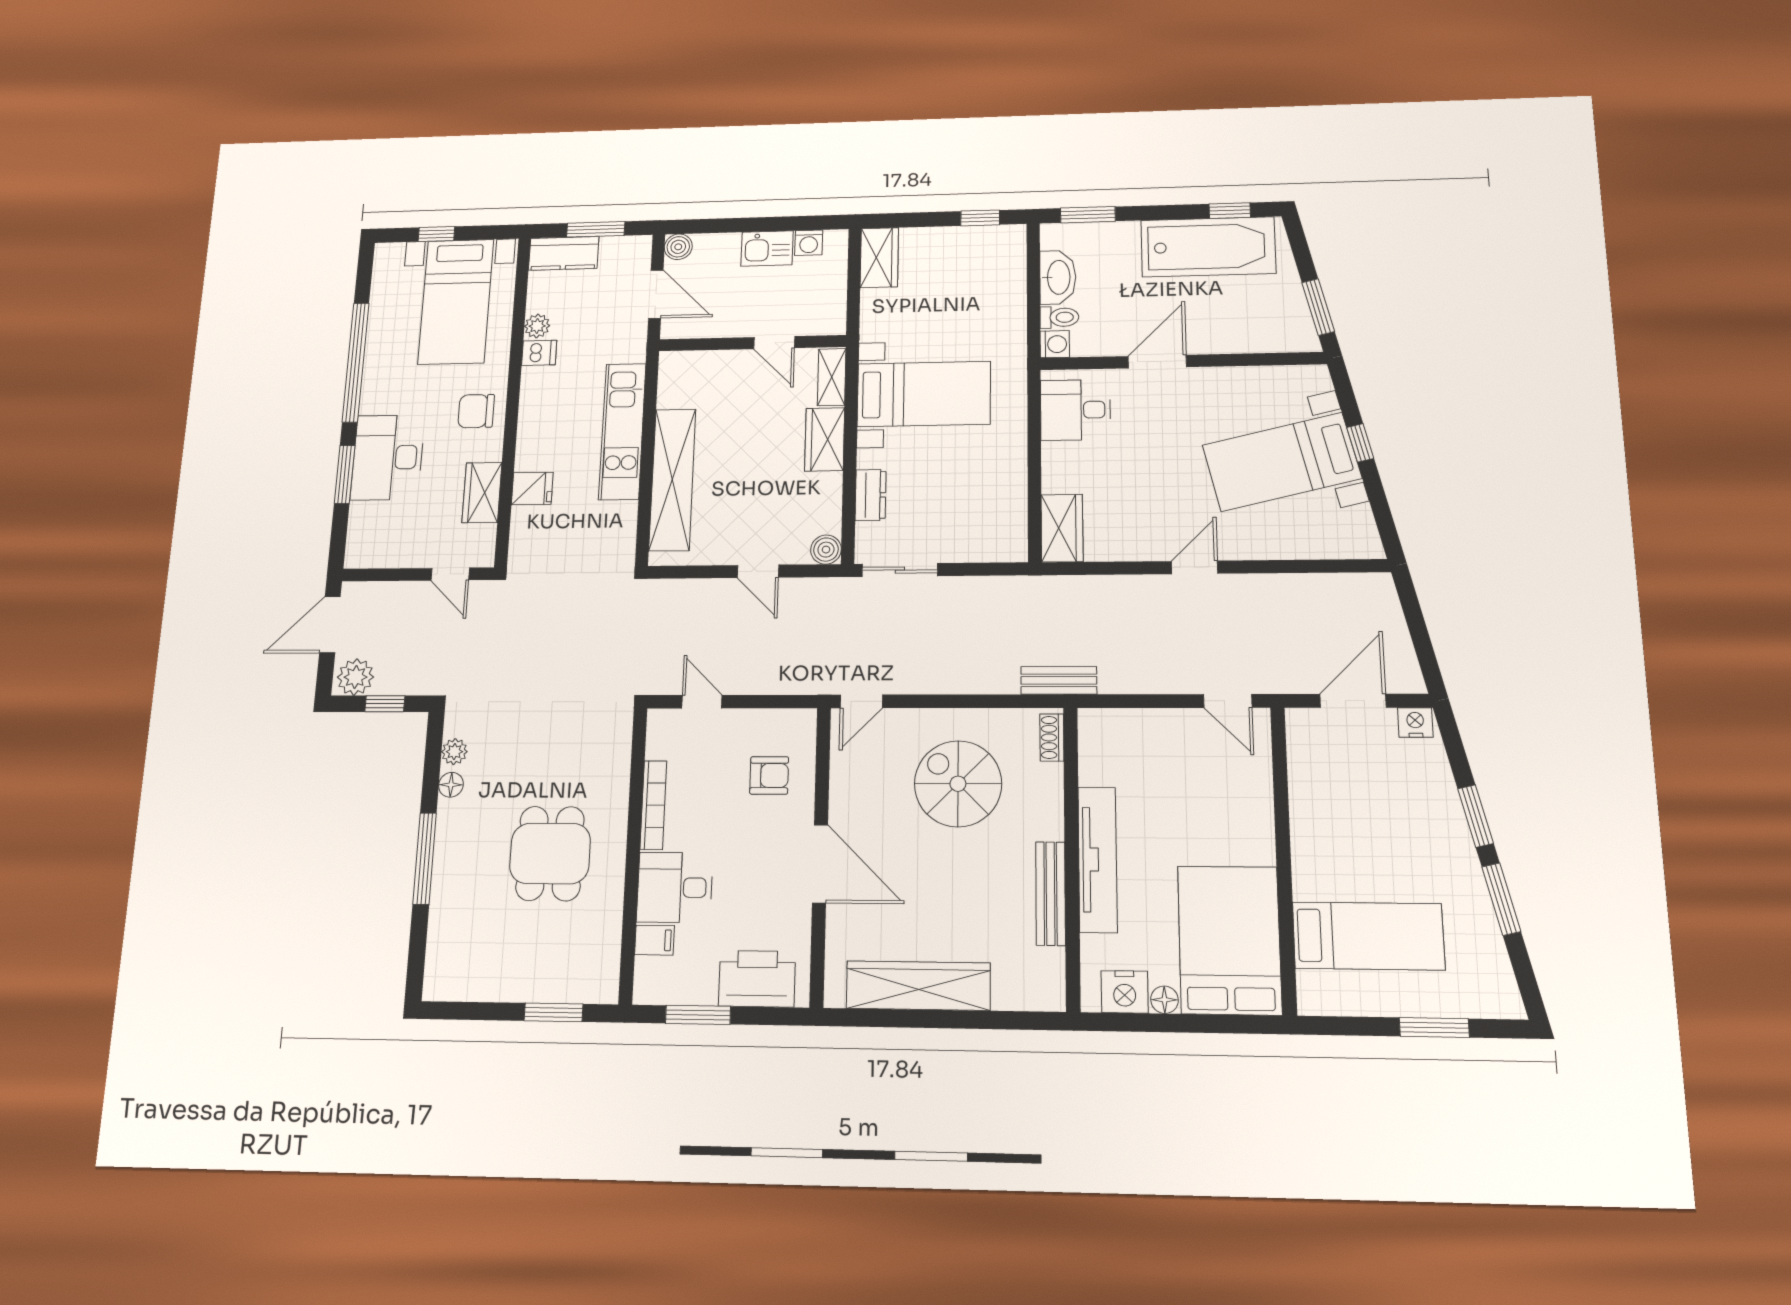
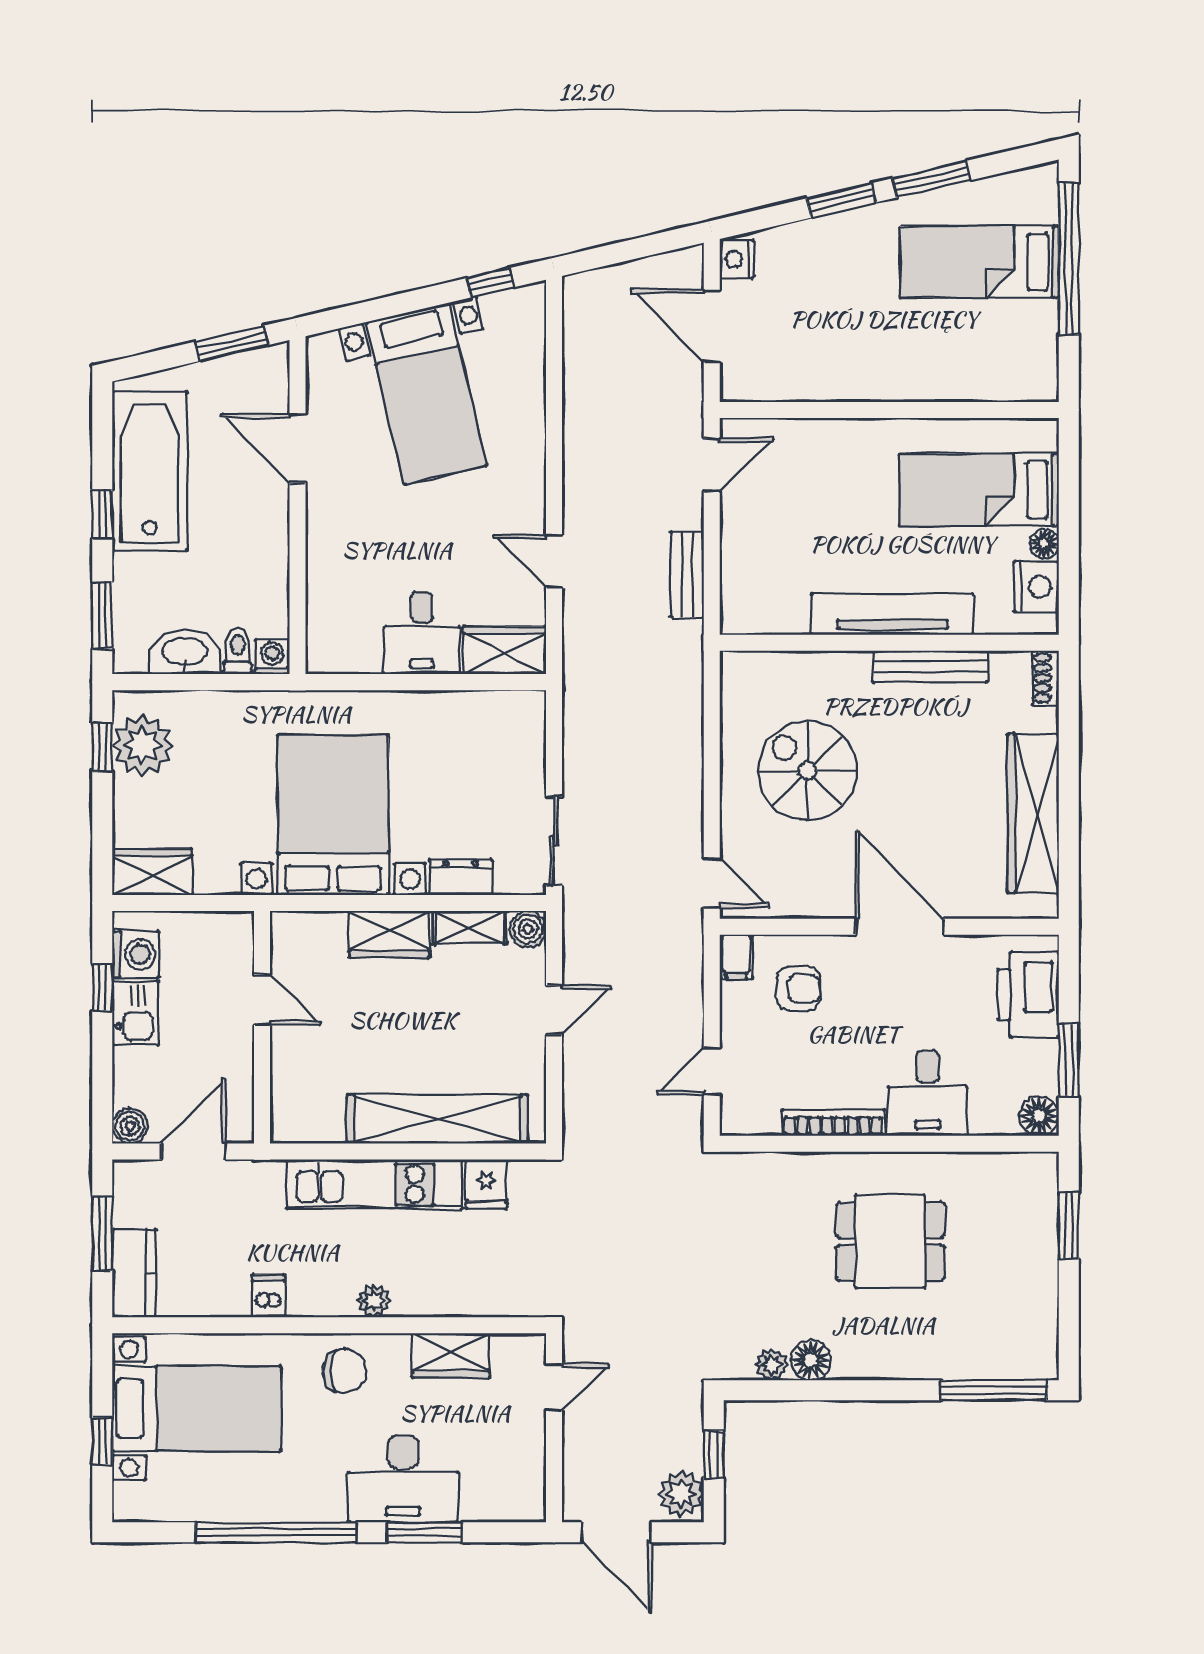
window: (1230, 211) -> (102, 514), moved
window: (788, 224) -> (102, 988), added
washing machine: (809, 243) -> (136, 954), width x1.38, depth x1.38
plant: (982, 248) -> (143, 745), added
plant: (537, 326) -> (374, 1301), moved
door: (774, 343) -> (262, 1000), hinge flipped
door: (1157, 362) -> (298, 448), moved
shelving: (832, 377) -> (470, 928), moved
bed with nightstands: (924, 394) -> (333, 815), width x1.36
desk: (1075, 410) -> (422, 633), moved
chair: (476, 411) -> (344, 1371), turned -90
window: (1360, 443) -> (490, 283), moved
fridge: (532, 488) -> (486, 1184), moved, turned 180
door: (1195, 567) -> (554, 561), moved
bench: (1059, 680) -> (687, 575), moved
shoe rack: (1052, 737) -> (1046, 678), moved, turned 90
armchair: (769, 775) -> (799, 988), turned 90
spiral stairs: (958, 784) -> (807, 771), turned 90
floor lamp: (451, 785) -> (811, 1360), width x1.37, depth x1.37
window: (425, 858) -> (994, 1390), moved
door: (820, 864) -> (899, 927), hinge flipped
bed: (1368, 936) -> (979, 262), moved, turned -90
filing cabinet: (654, 940) -> (736, 957), moved, turned 180
bed: (1229, 940) -> (979, 490), width x0.67
floor lamp: (650, 987) -> (1039, 1116), added
window: (1434, 1027) -> (1069, 258), width x2.11

